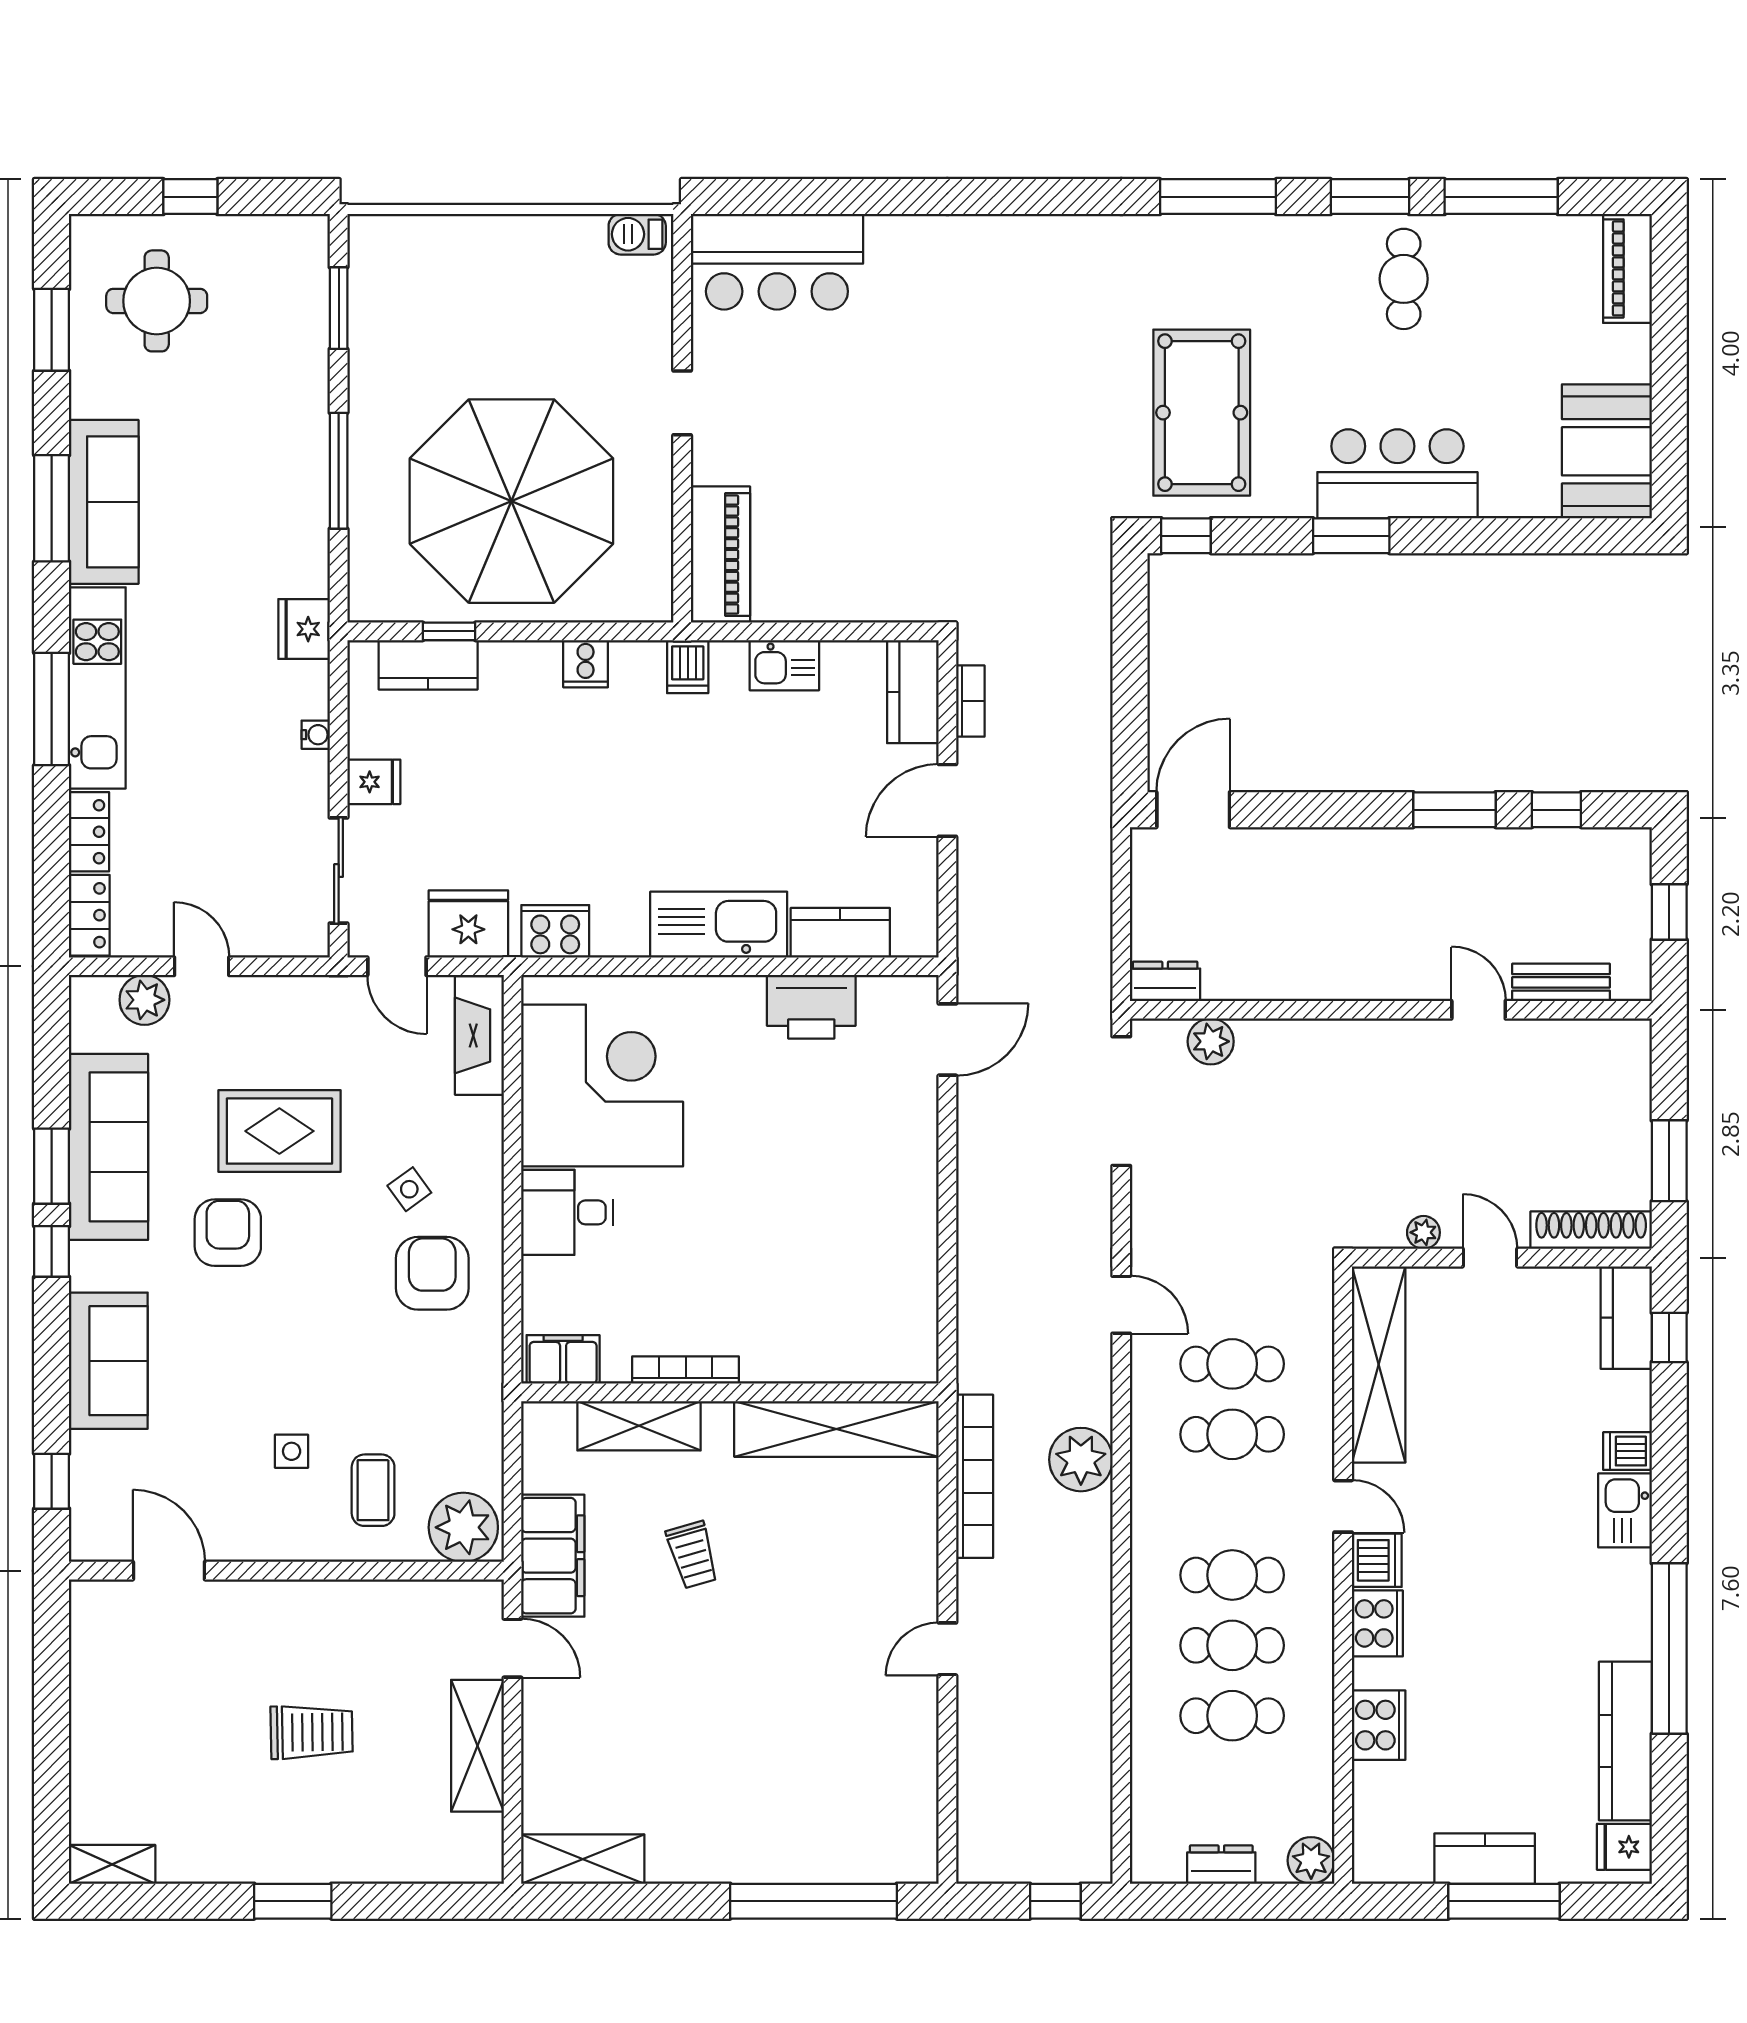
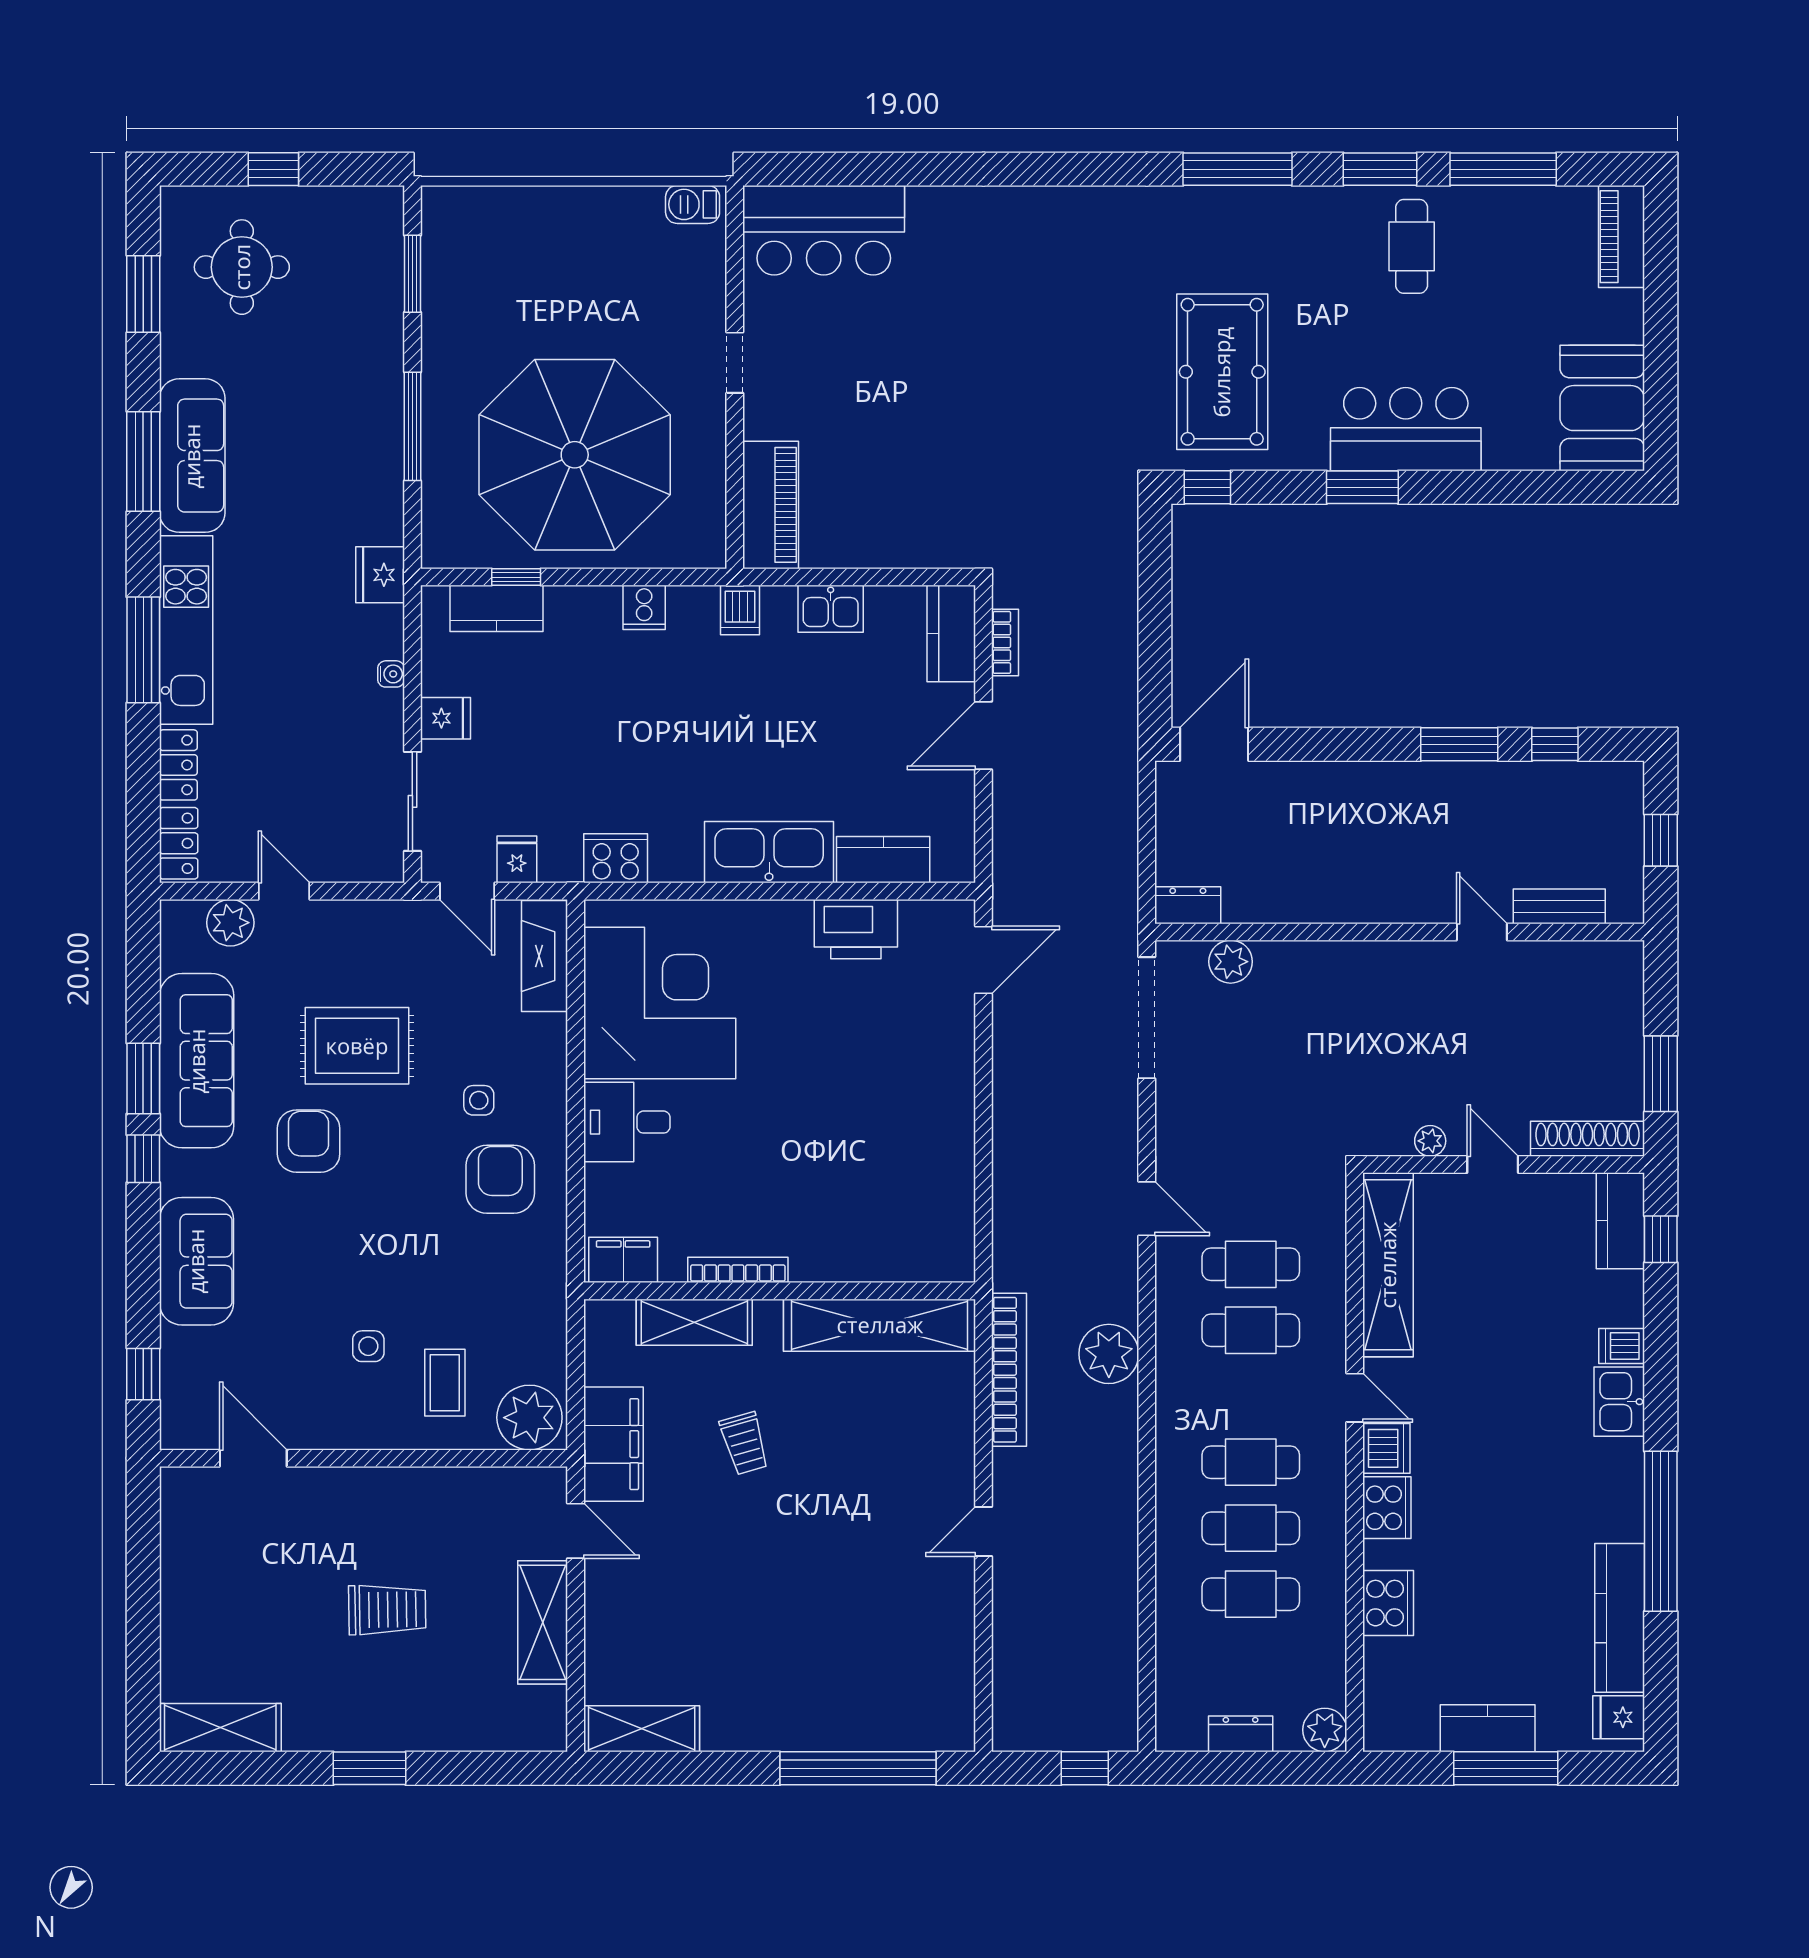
fridge: (468, 924) -> (517, 859), width x0.53, depth x0.75
side table: (409, 1189) -> (479, 1100), turned 36
shelving: (112, 1864) -> (220, 1728), width x1.50, depth x1.33

